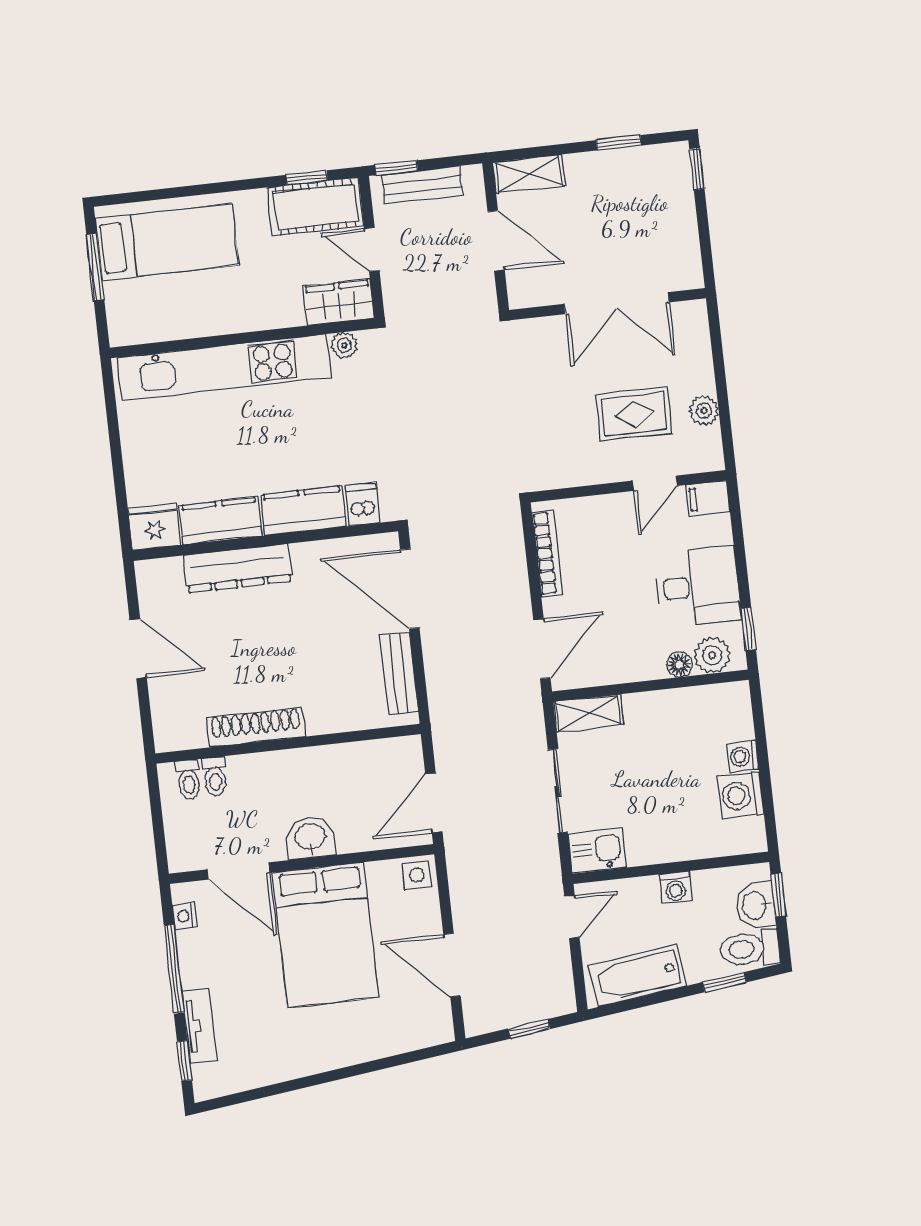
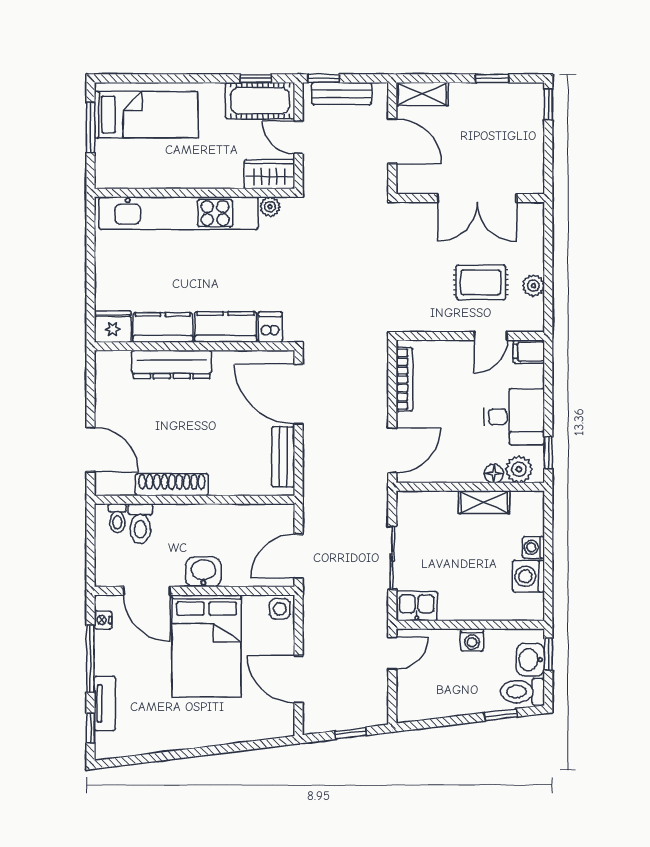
door: (138, 649) -> (90, 450), moved
shelving: (588, 713) -> (484, 502), moved
toilet: (215, 776) -> (140, 524), width x1.37, depth x1.39
bathtub: (637, 976) -> (436, 702), removed

